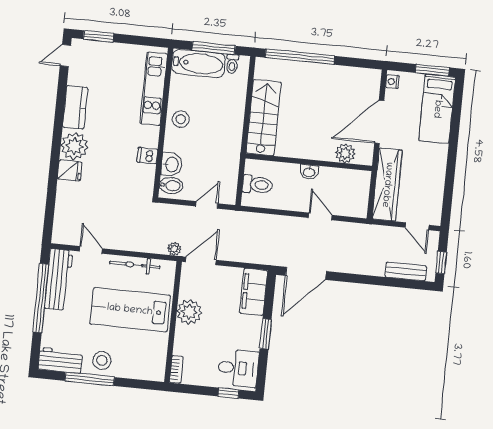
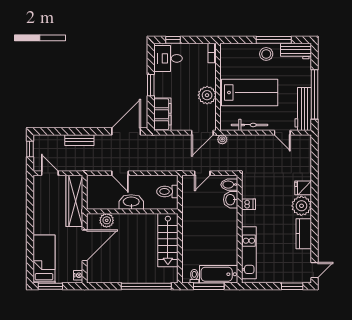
stool: (181, 119) -> (227, 233), removed
washbasin: (309, 172) -> (131, 202), width x1.91, depth x1.45
bench: (406, 271) -> (79, 140), moved

